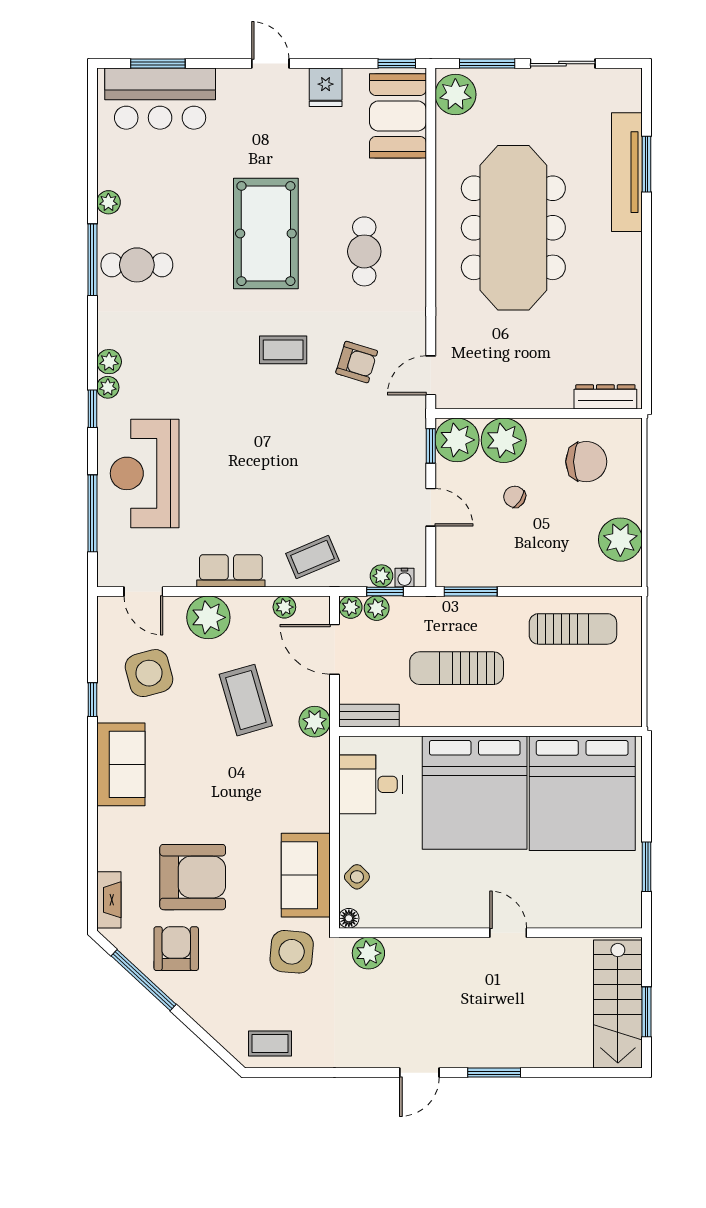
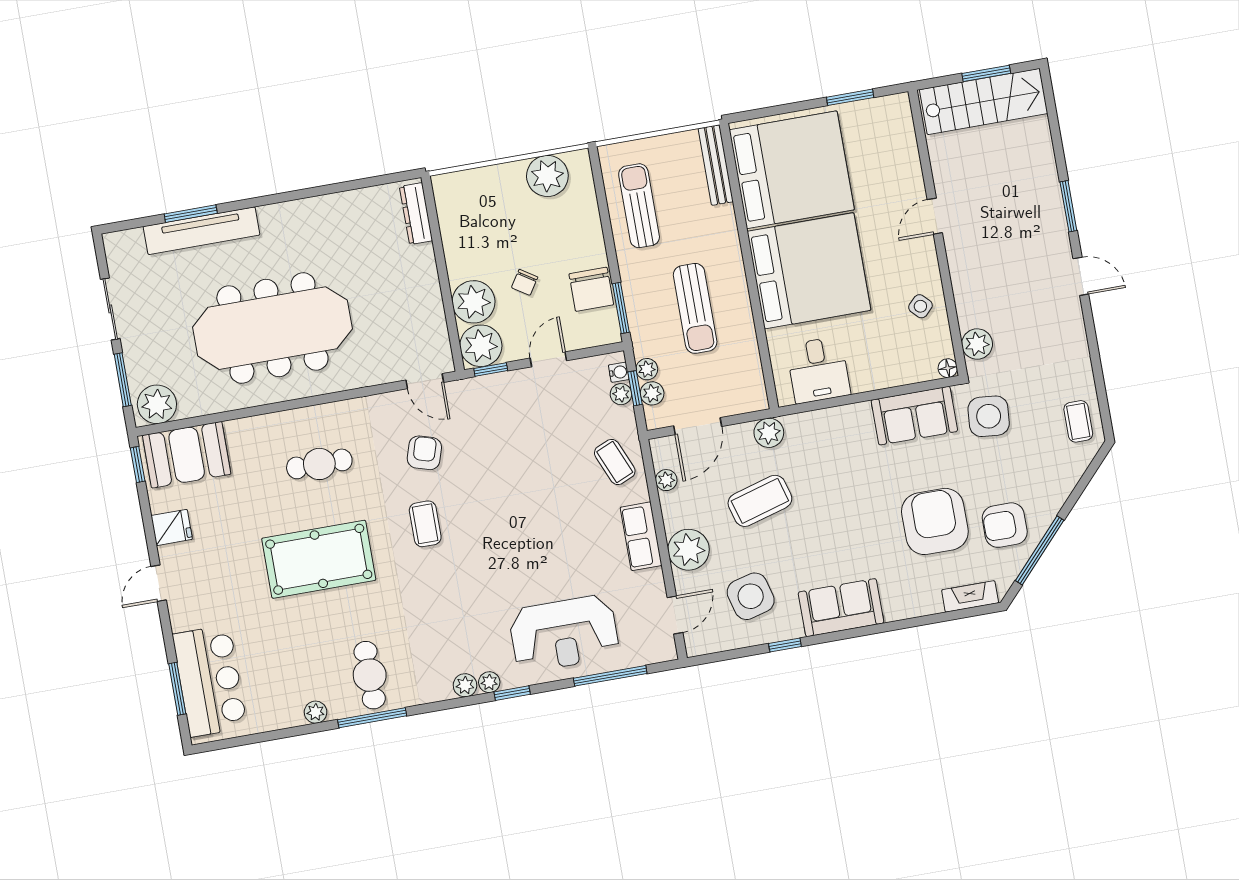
chair: (586, 462) -> (591, 289), moved, turned 180
plant: (351, 607) -> (647, 369), moved
bench: (369, 716) -> (716, 165), moved, width x1.36
side table: (357, 877) -> (920, 306), moved

